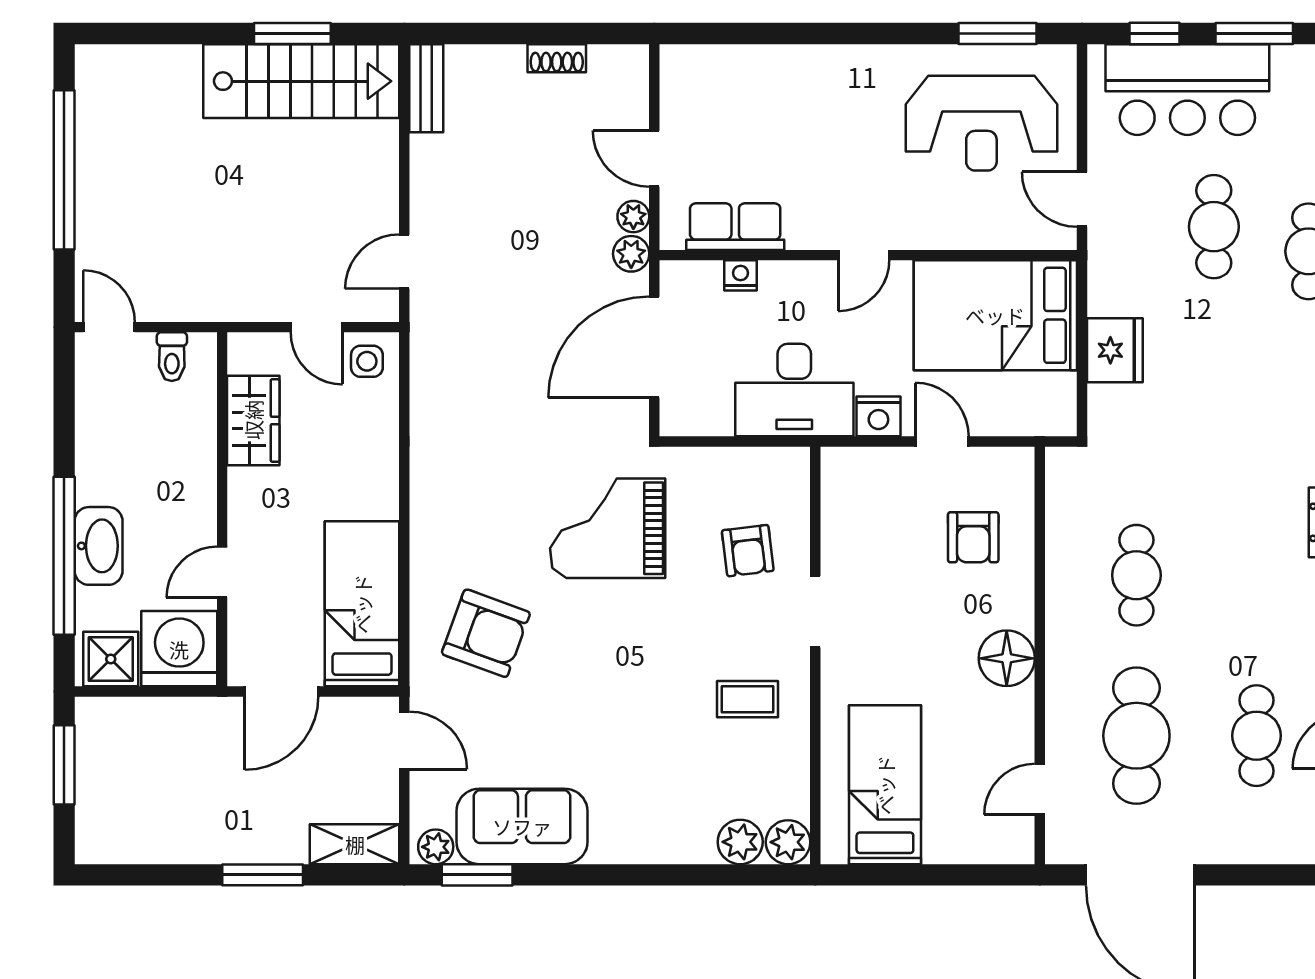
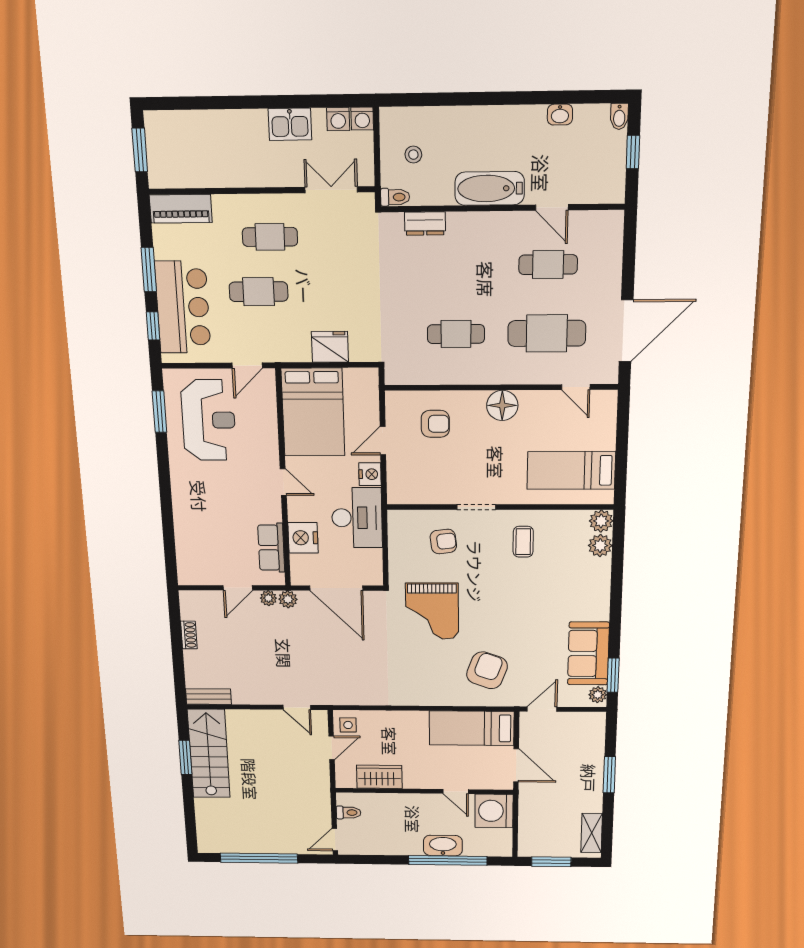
nightstand: (741, 275) -> (303, 538), width x1.89, depth x1.79
shower: (111, 659) -> (499, 841), removed
shelving: (355, 844) -> (592, 833), moved

